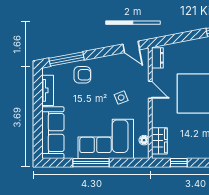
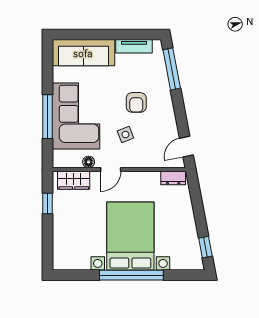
armchair: (82, 75) -> (136, 102), moved
door: (150, 90) -> (111, 169), moved
floor lamp: (144, 140) -> (89, 162), moved
window: (91, 163) -> (47, 117), moved

